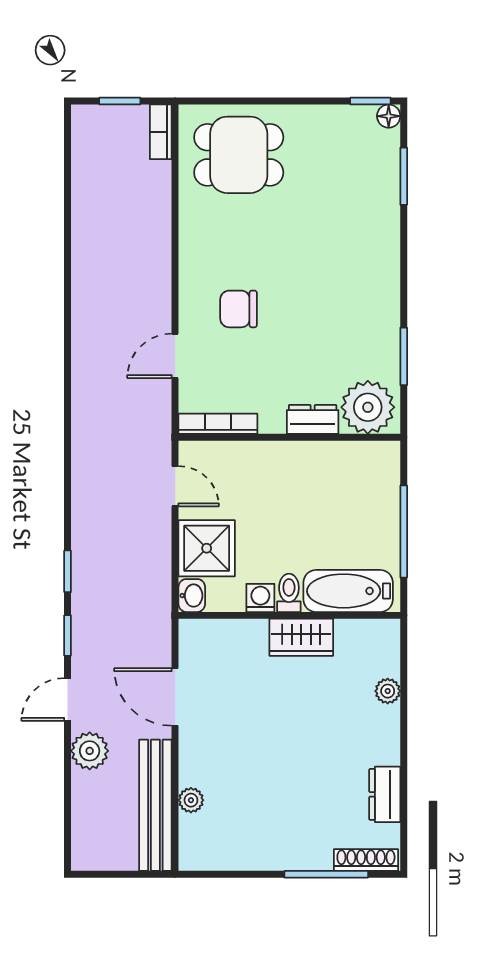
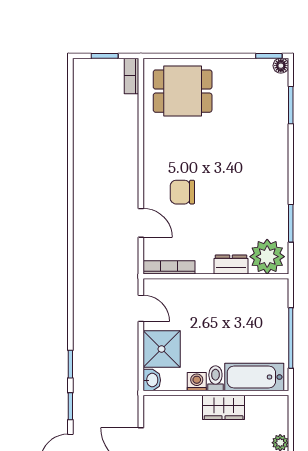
door: (175, 356) -> (141, 223), swing flipped

